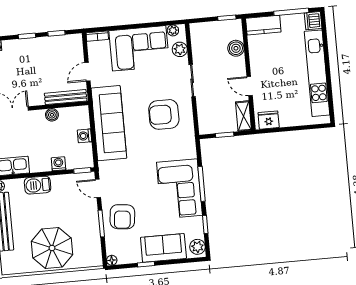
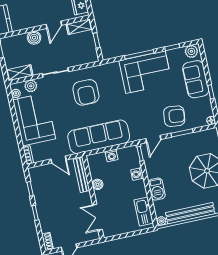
shelving: (197, 38) -> (20, 73), added
boiler: (236, 48) -> (34, 38), moved

